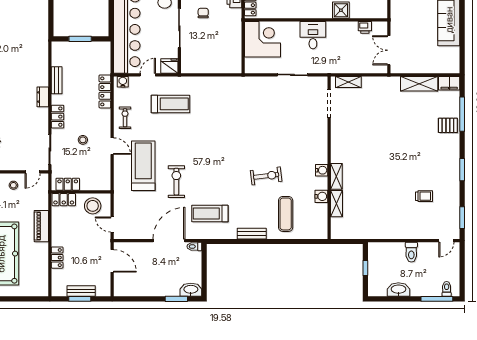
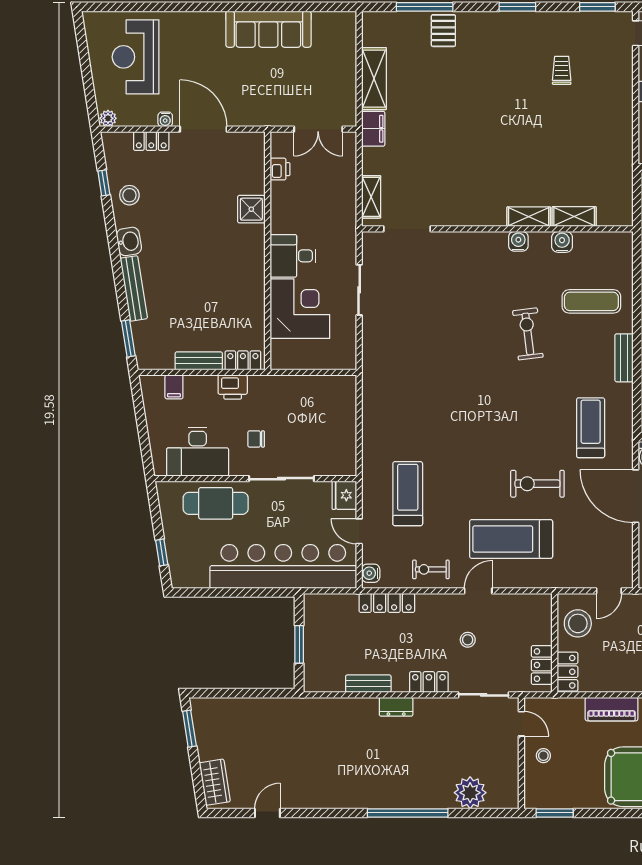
corner desk: (262, 39) -> (300, 309), moved, turned 90
filing cabinet: (449, 83) -> (373, 129), moved
treadmill: (210, 214) -> (591, 428), turned 180

